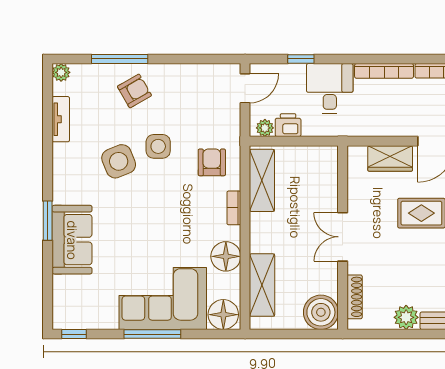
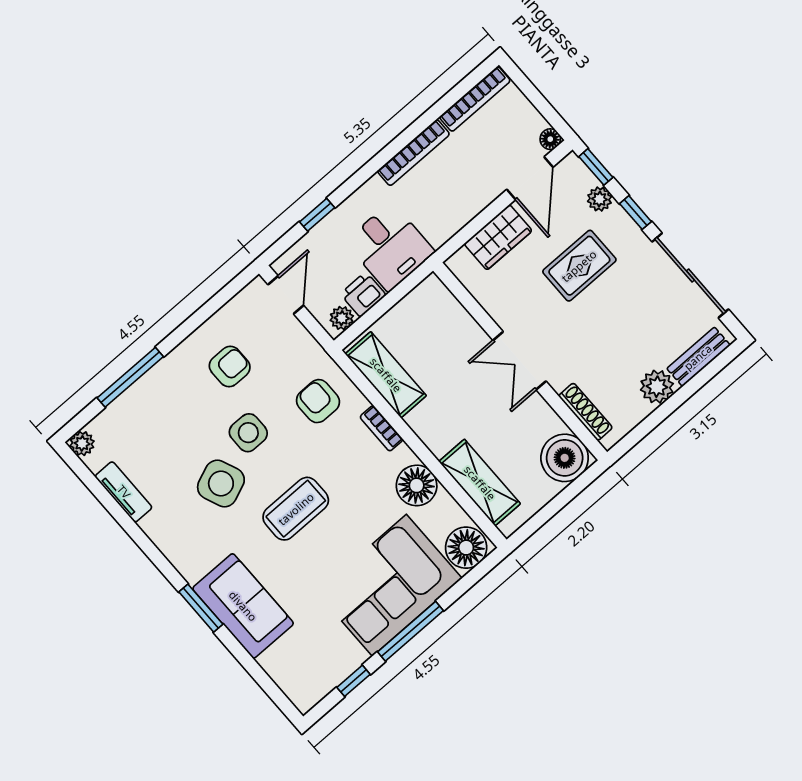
desk: (330, 88) -> (390, 247), moved, turned 180
armchair: (134, 91) -> (230, 367), moved, turned 30
coffee table: (148, 211) -> (296, 509), added
window: (74, 334) -> (354, 681), moved

